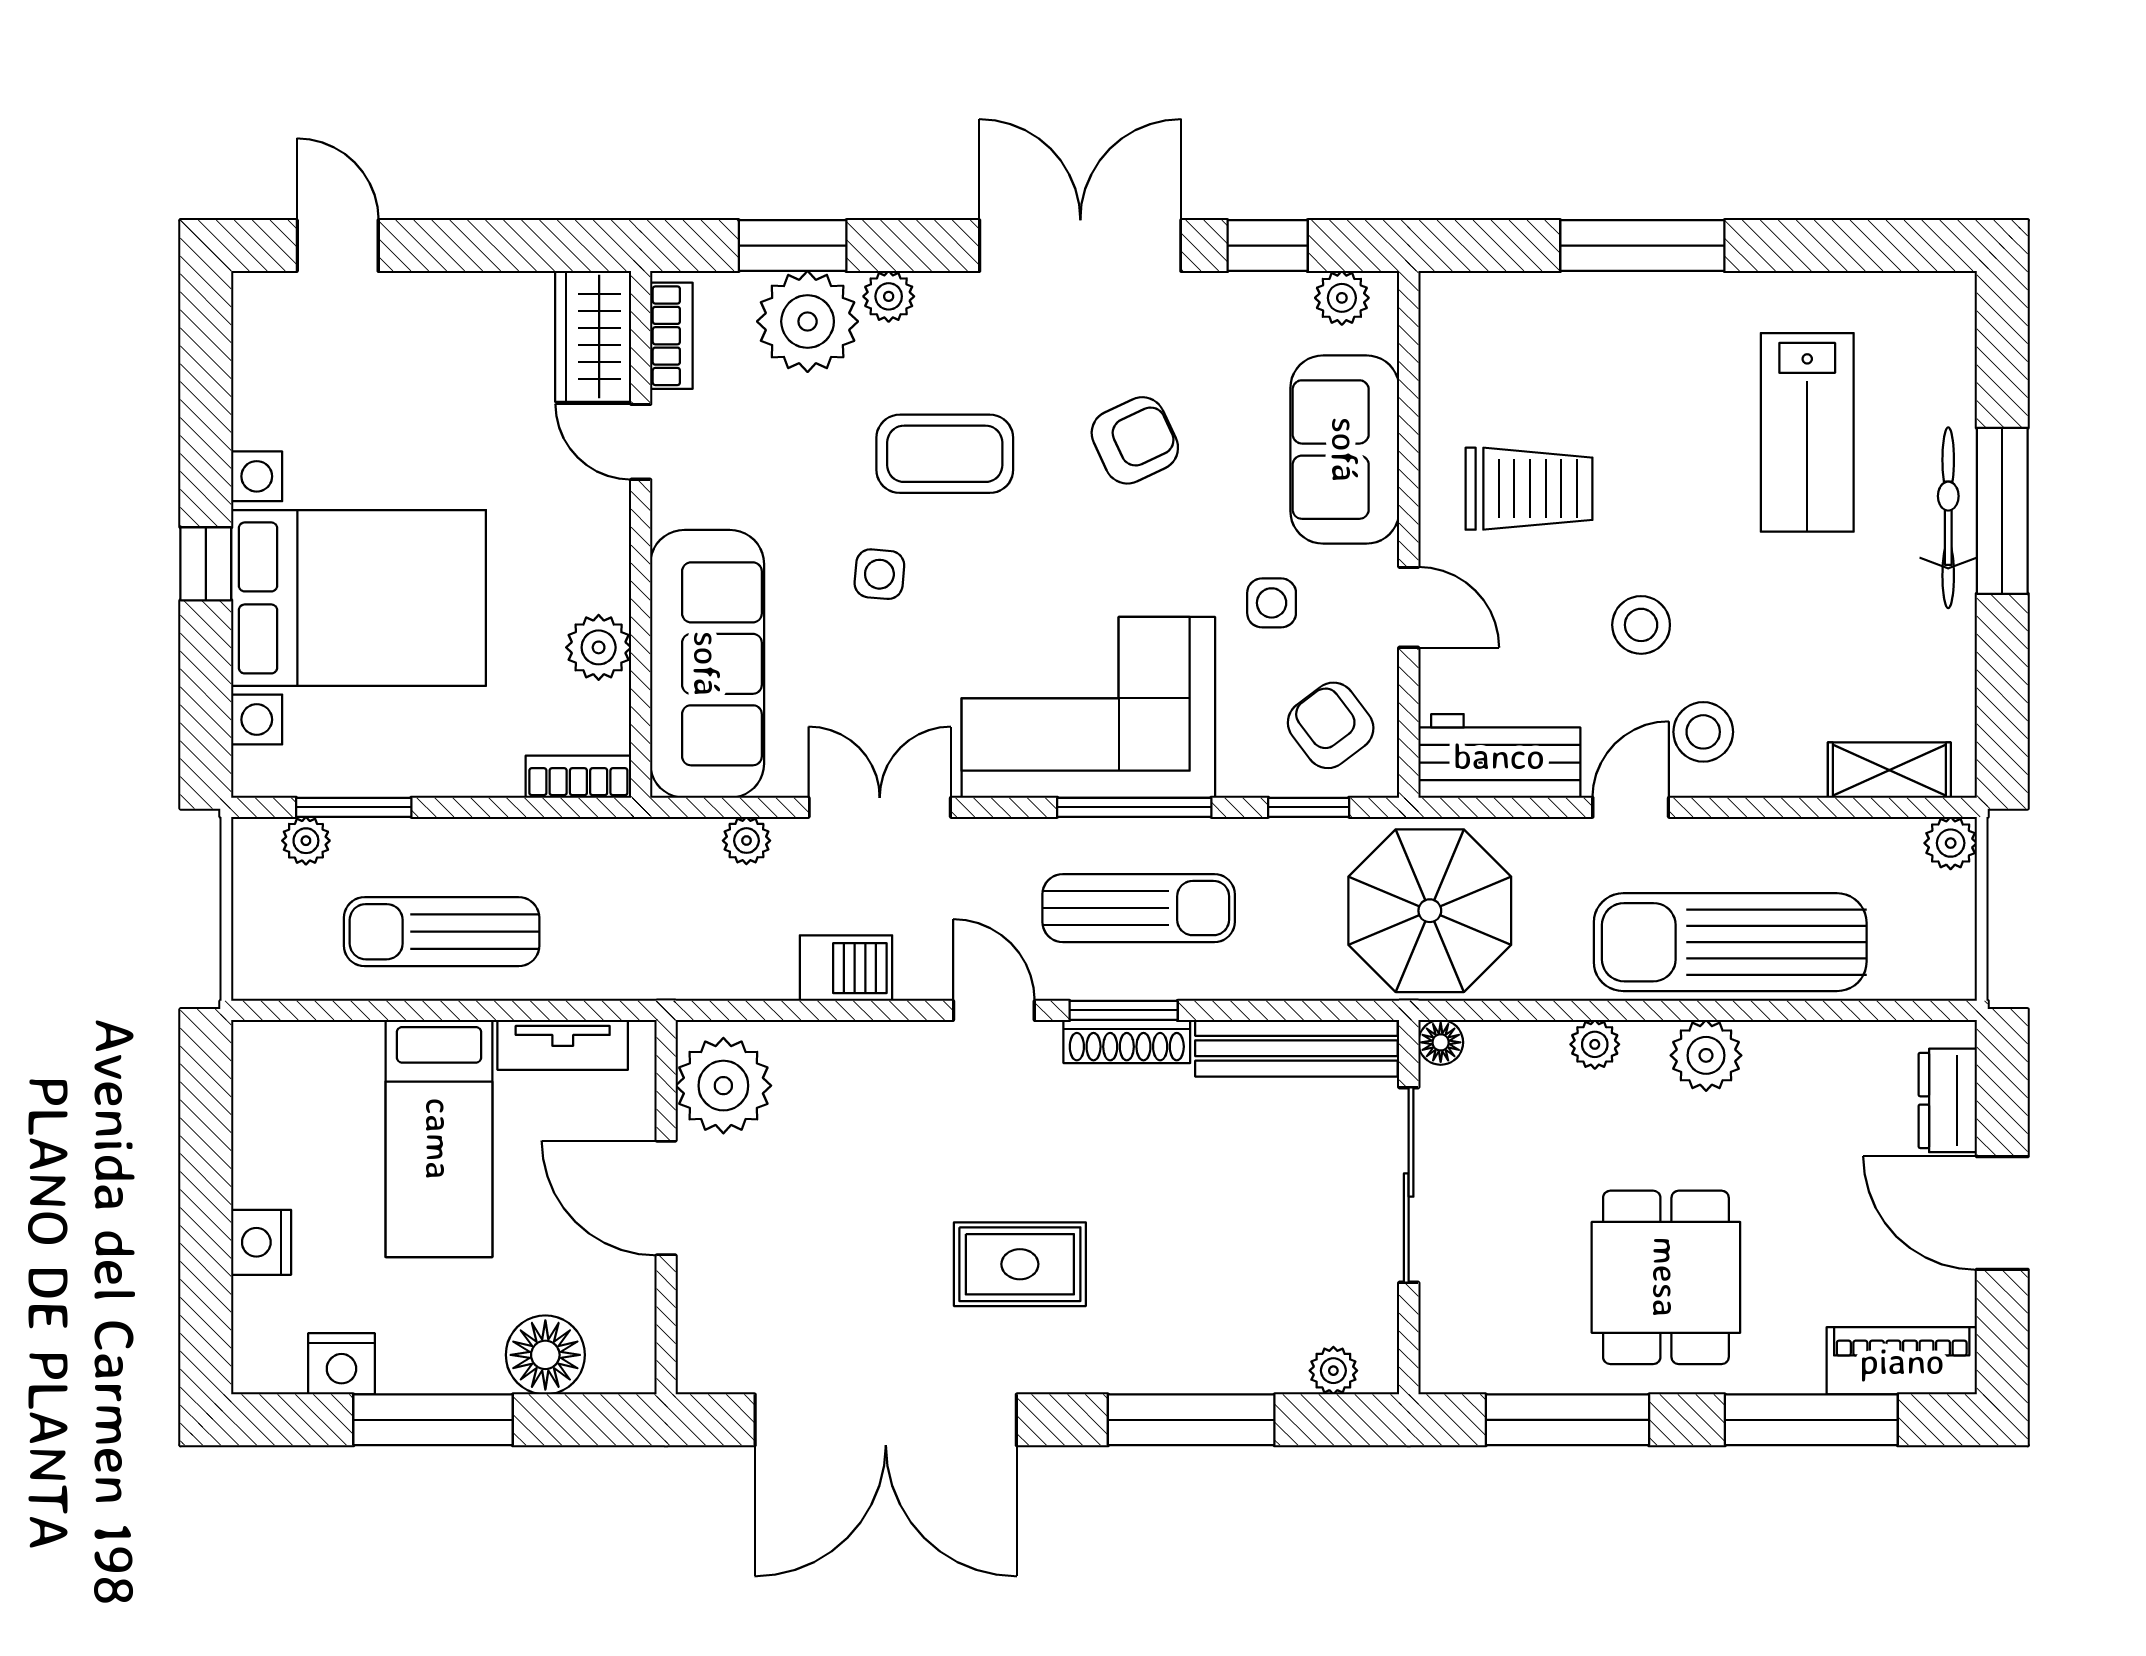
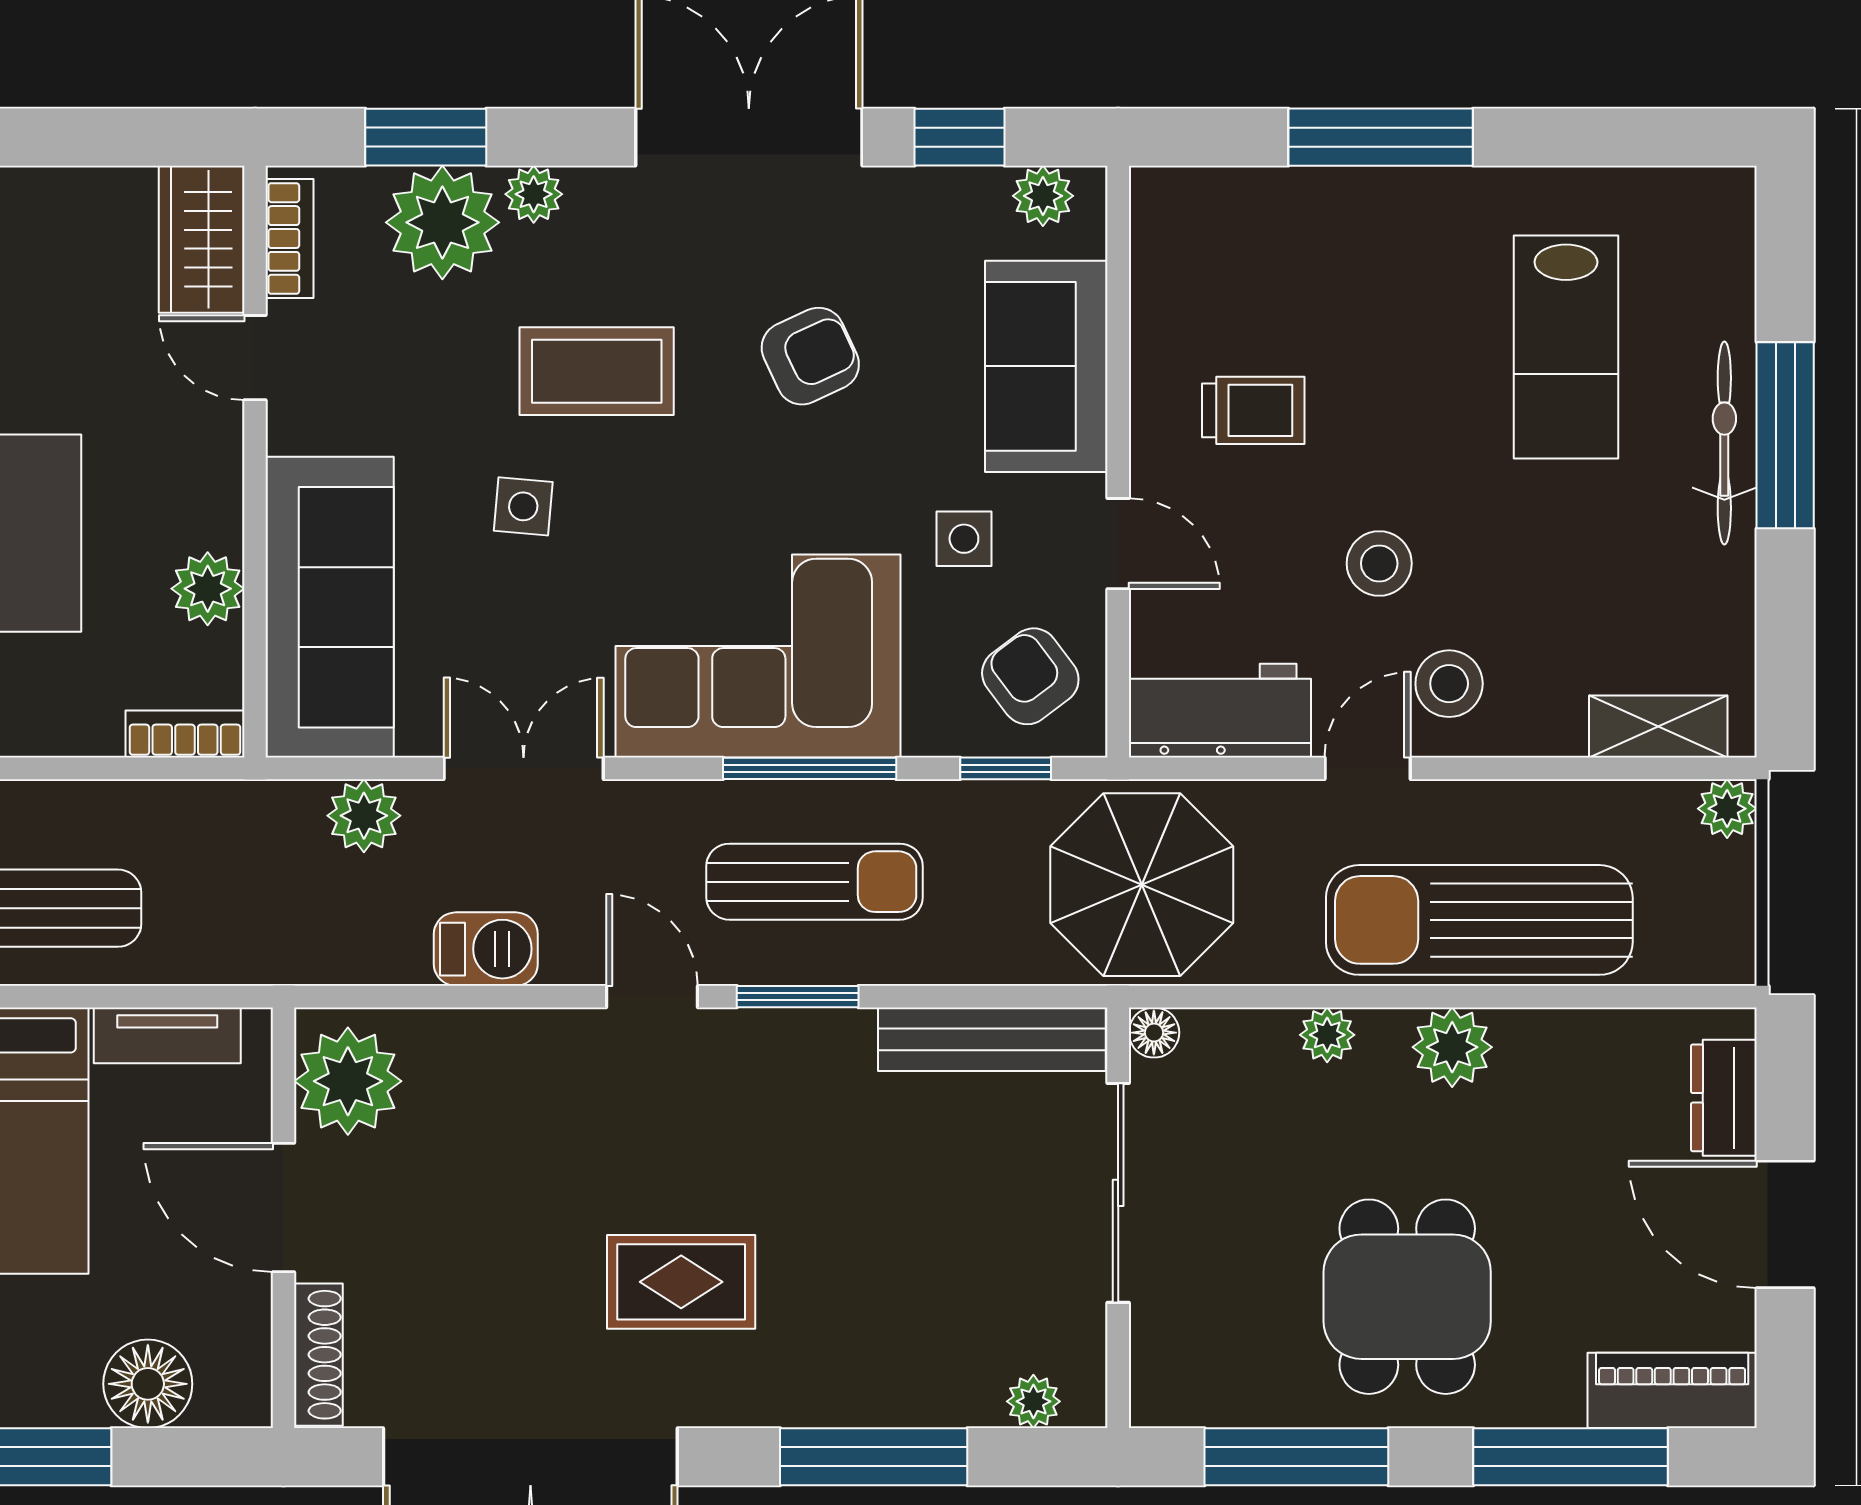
trolley: (1529, 489) -> (1253, 410), width x0.73, depth x0.72
plant: (746, 841) -> (364, 816), width x1.38, depth x1.38
shoe rack: (1127, 1041) -> (318, 1355), moved, turned -90

